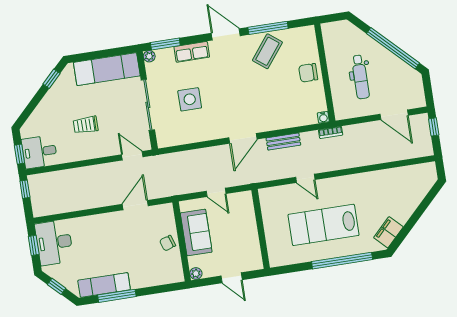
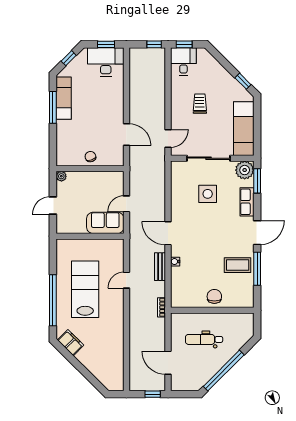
coffee table: (267, 51) -> (238, 265), turned -38
plant: (149, 56) -> (245, 170), width x1.87, depth x1.87
door: (394, 115) -> (168, 363), hinge flipped
water cooler: (323, 117) -> (175, 262), moved
sofa: (196, 232) -> (105, 223), moved, turned 180

